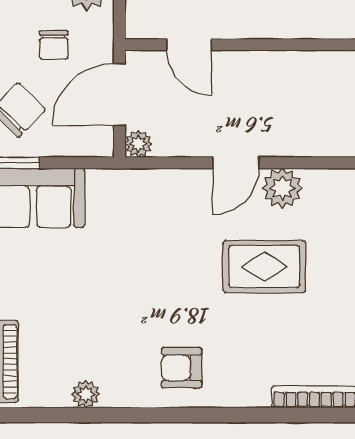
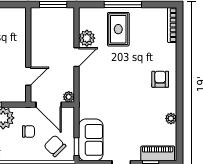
door: (236, 163) -> (76, 57), hinge flipped
rug: (264, 267) -> (118, 29), moved
armchair: (182, 368) -> (160, 79), turned 180

